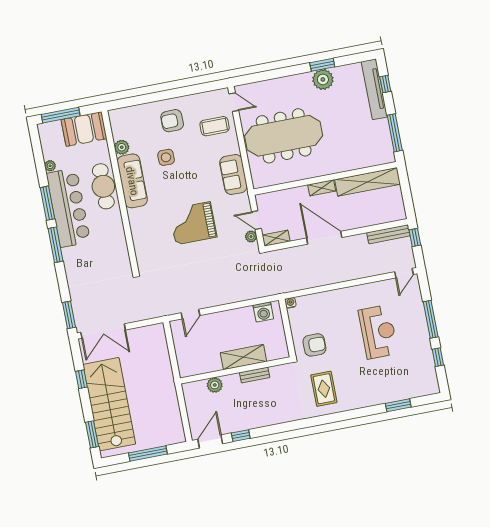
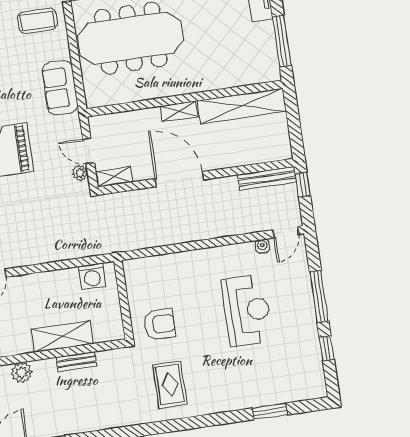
water cooler: (291, 303) -> (262, 246), moved

